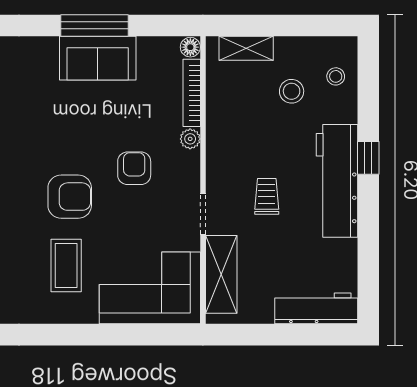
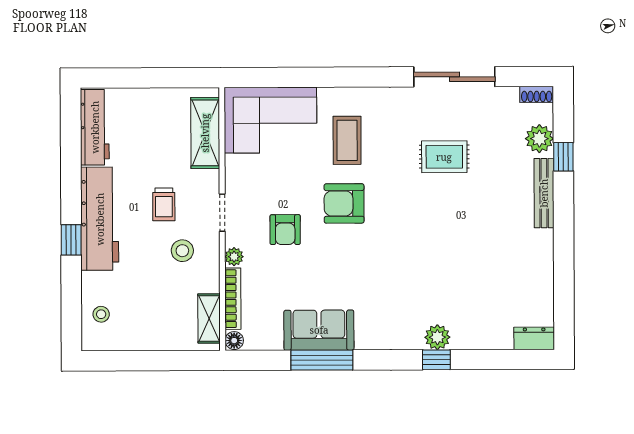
shelving: (246, 48) -> (209, 319), moved, turned 90
stool: (292, 91) -> (182, 251), moved
doorway: (203, 214) -> (222, 213), moved
workbench: (316, 308) -> (95, 127), moved, turned -90

